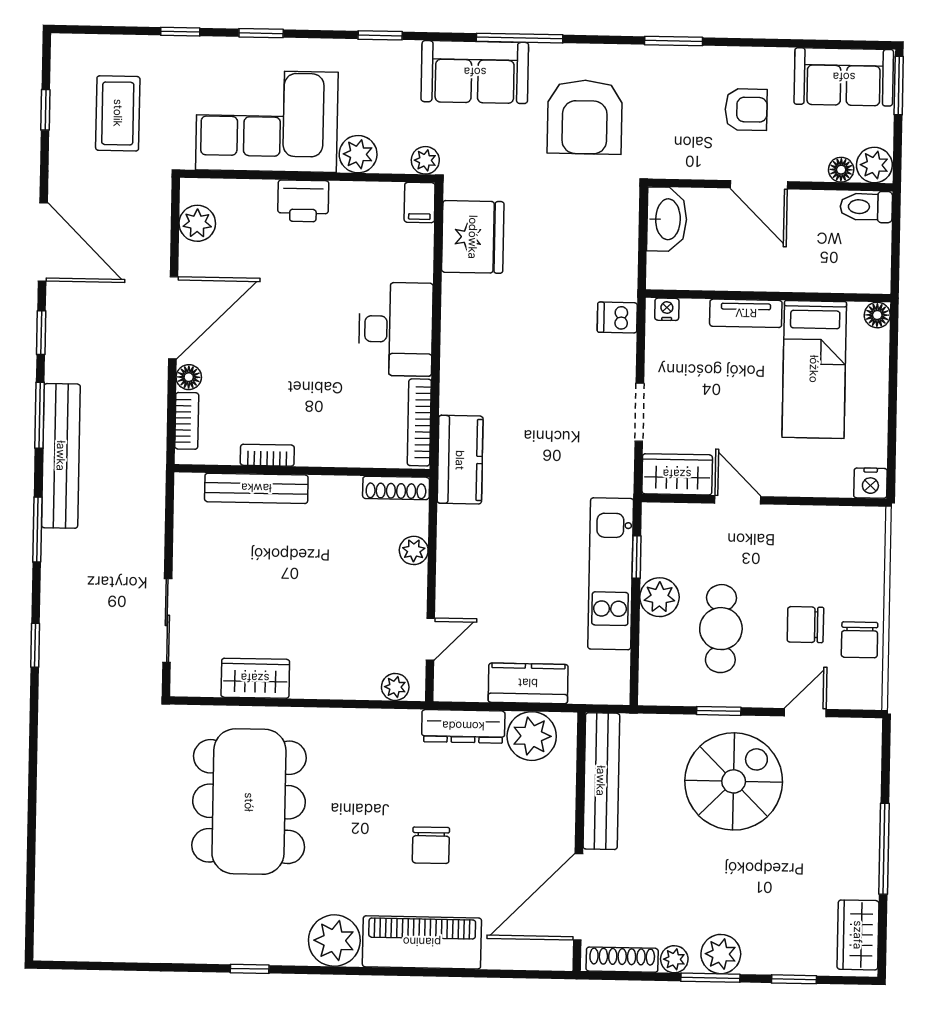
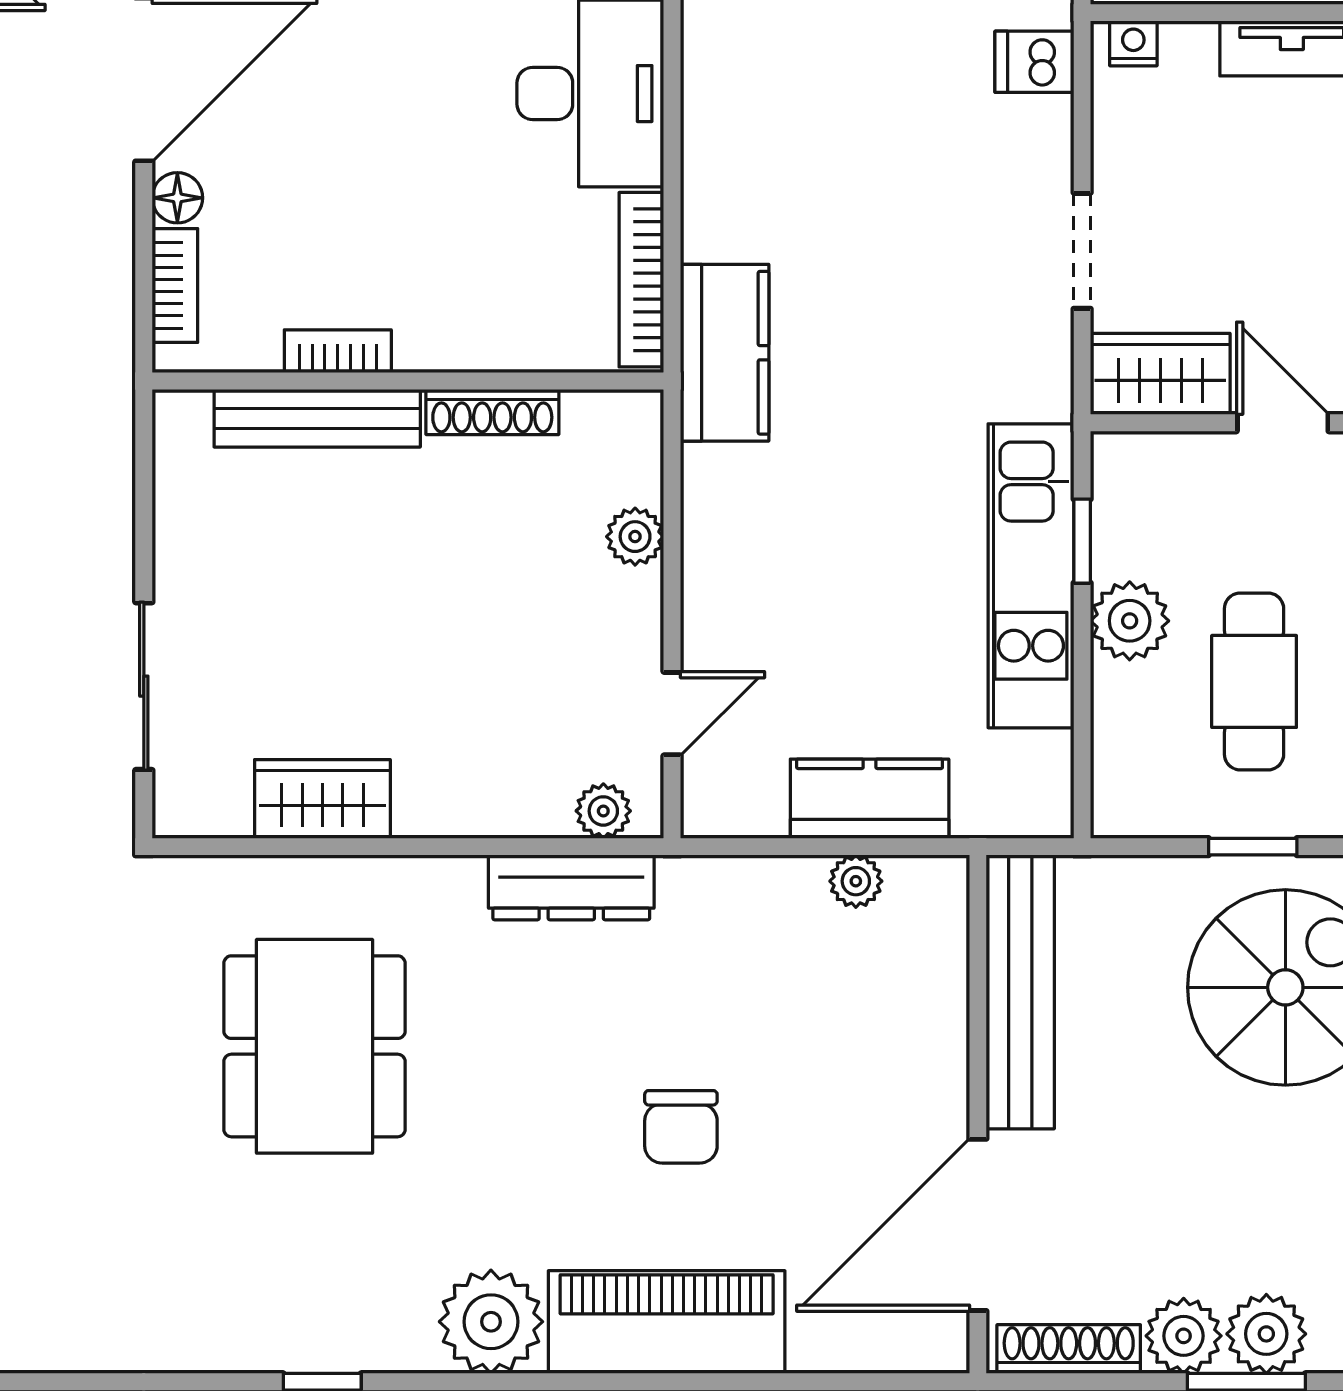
shoe rack: (396, 488) -> (492, 412), moved
dresser: (463, 726) -> (571, 887), moved
plant: (532, 736) -> (856, 881), width x0.53, depth x0.53
dining table: (249, 802) -> (315, 1046), width x0.73, depth x0.80
plant: (674, 959) -> (1184, 1336), width x1.38, depth x1.38

